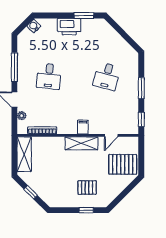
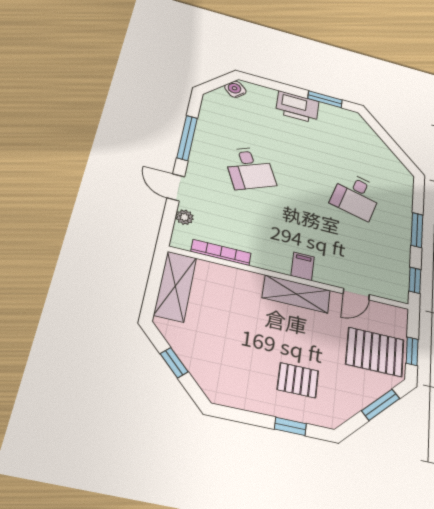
desk: (49, 76) -> (250, 168), turned -30
window: (141, 160) -> (412, 351), added
window: (127, 190) -> (381, 405), added

